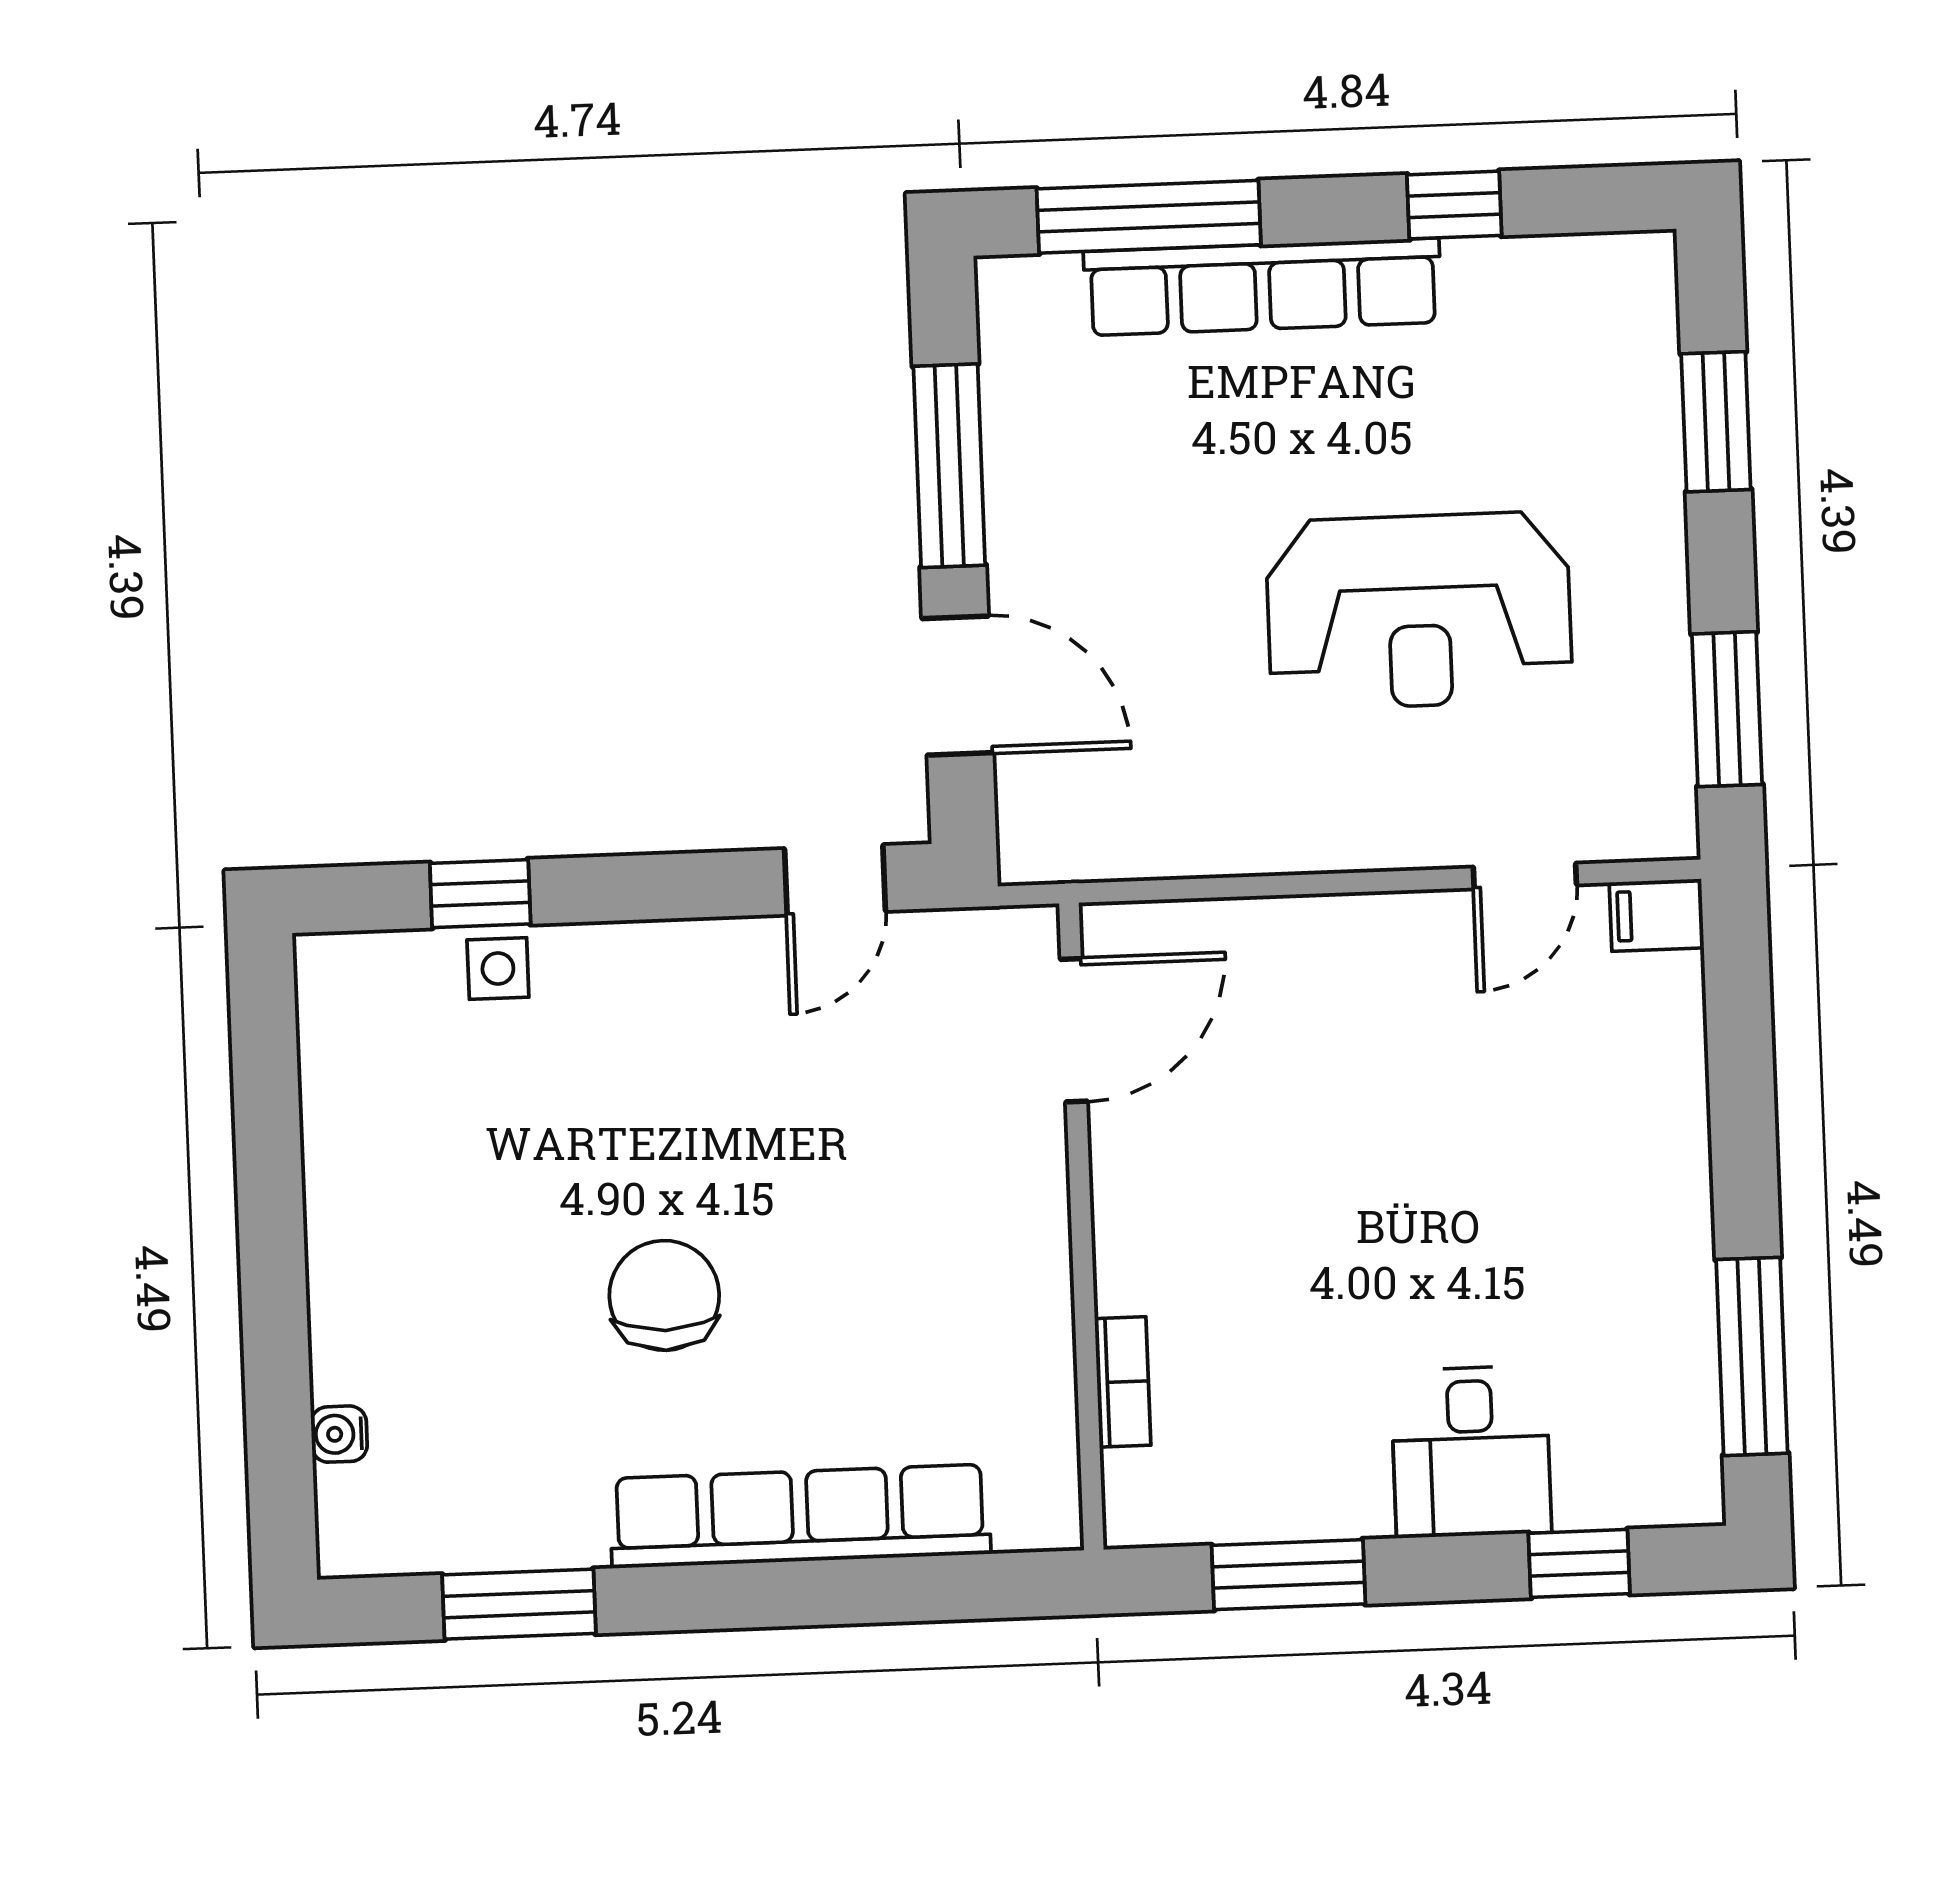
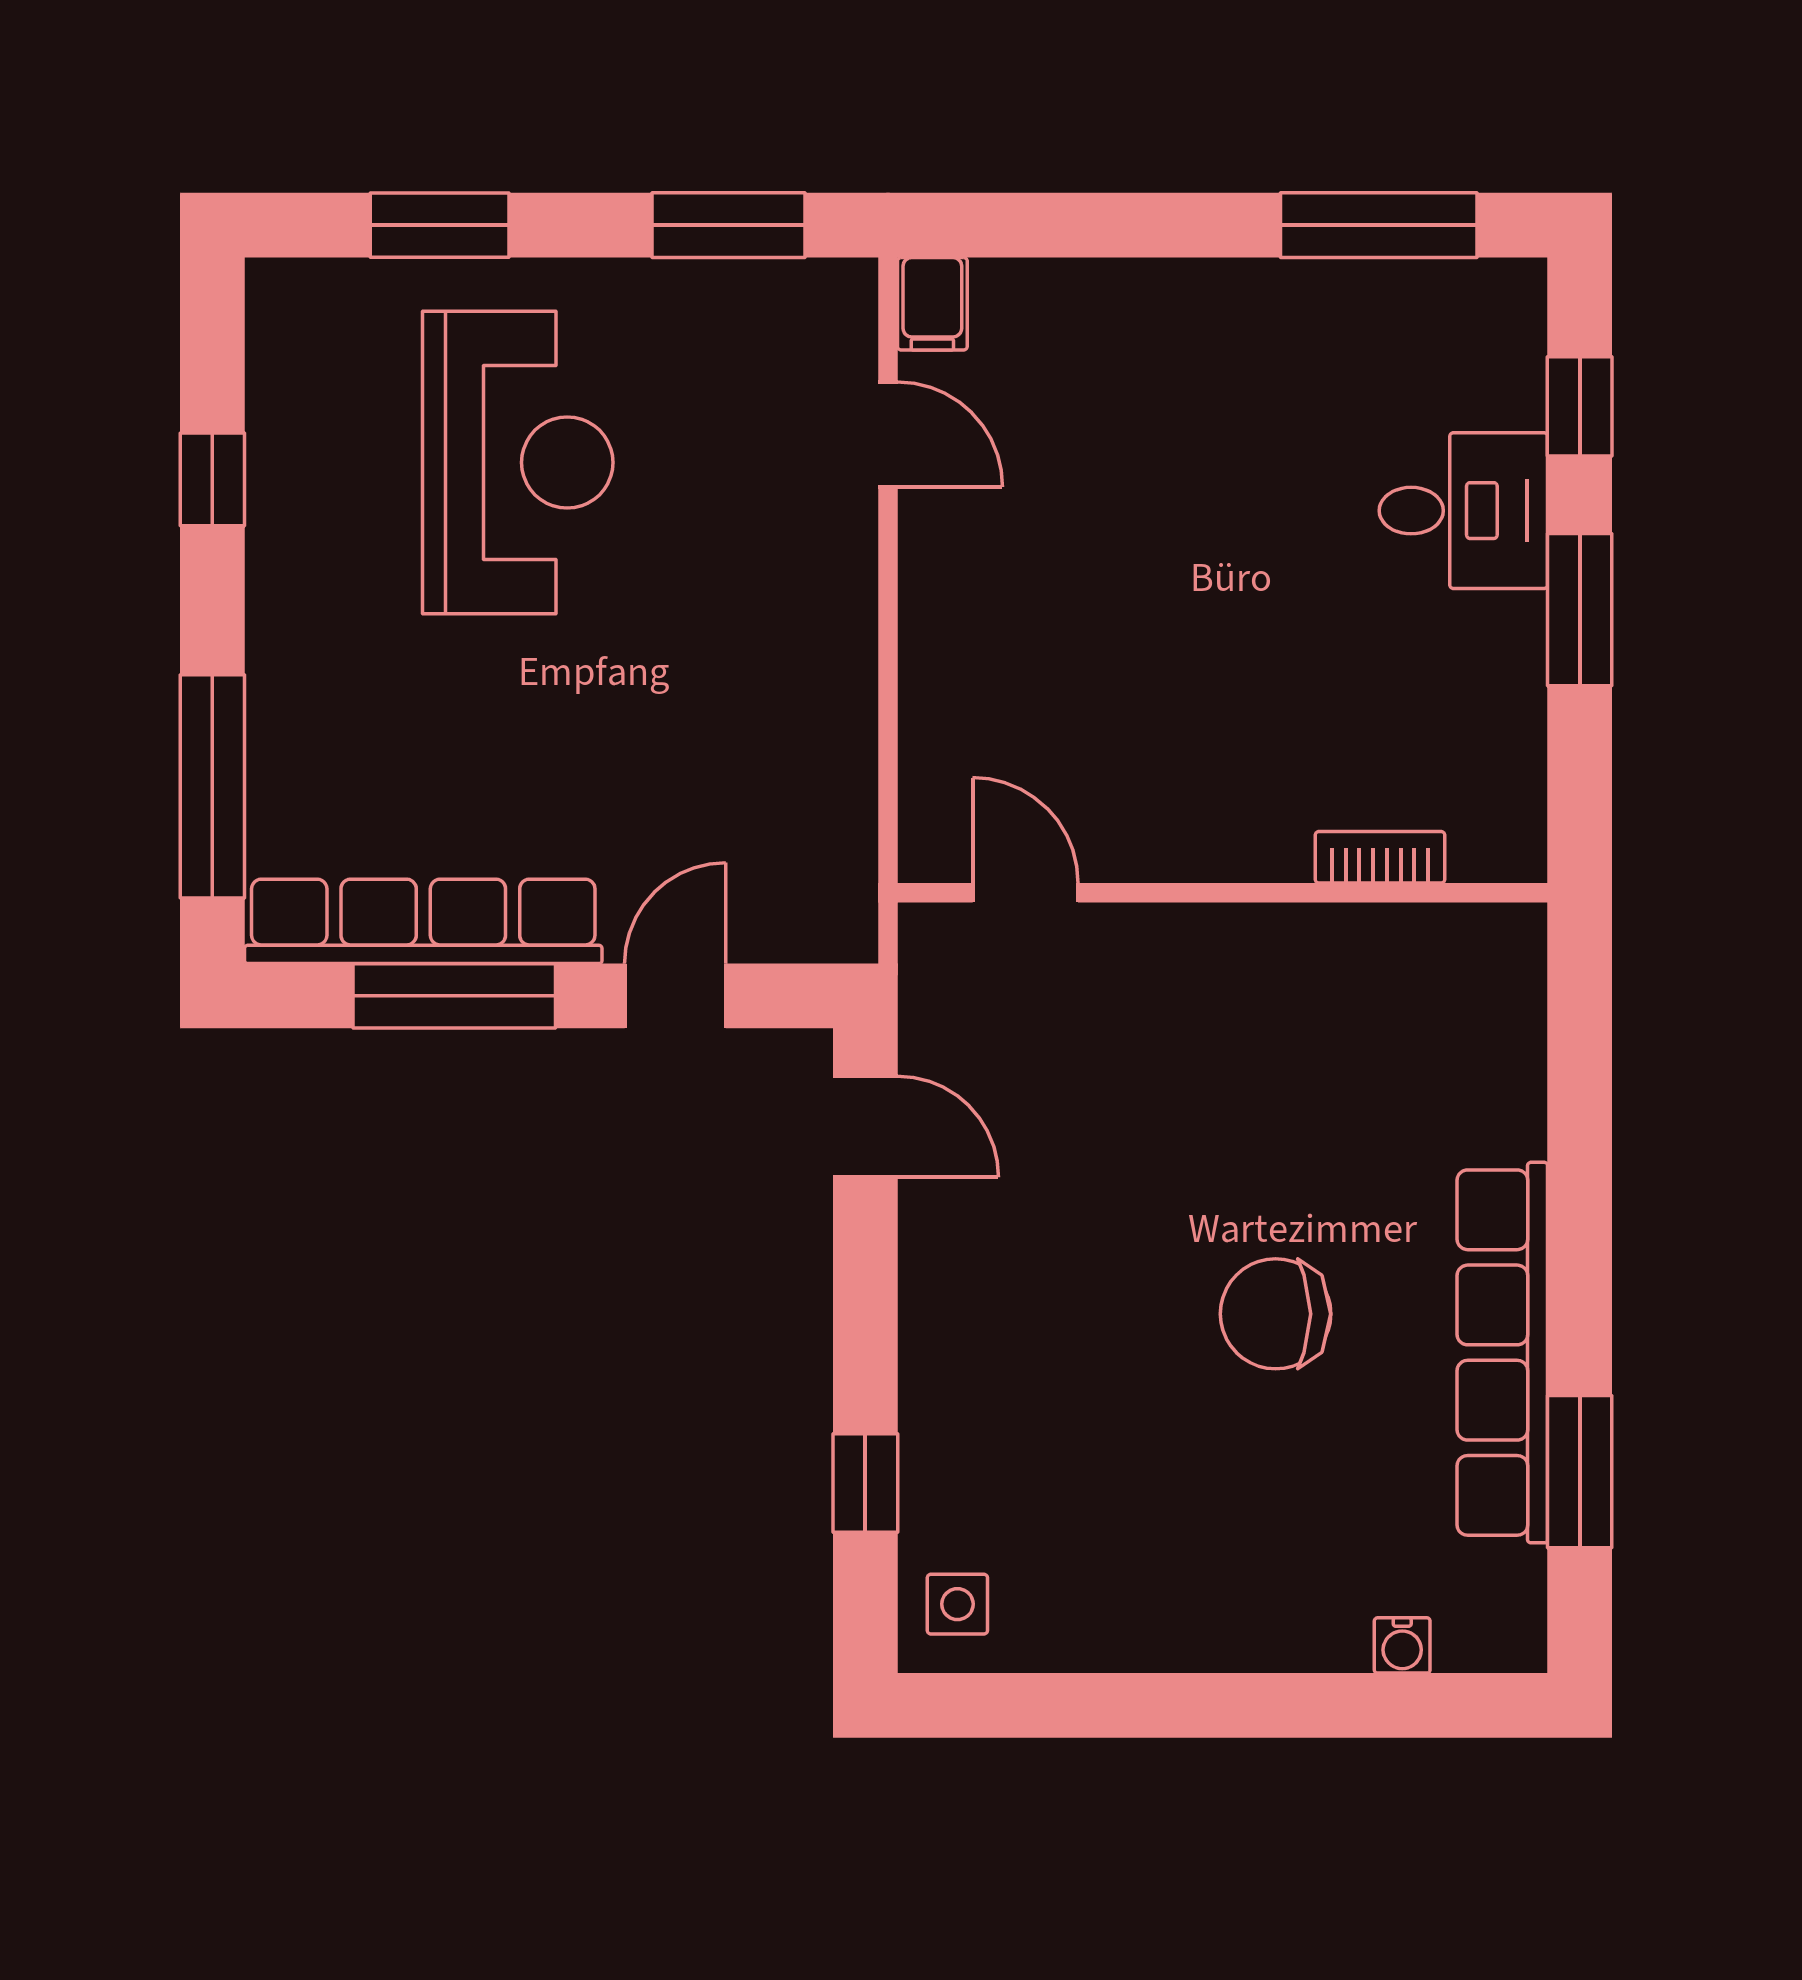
row of seats: (1263, 287) -> (423, 921), moved, turned -90
reception desk: (1419, 611) -> (518, 463), moved
door: (958, 686) -> (675, 996), width x0.73
side table: (498, 969) -> (957, 1604), moved
door: (1074, 1030) -> (1025, 893), width x0.73
row of seats: (800, 1516) -> (1502, 1353), moved
window: (1288, 1575) -> (1580, 610), moved

